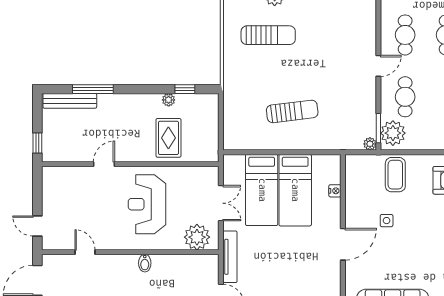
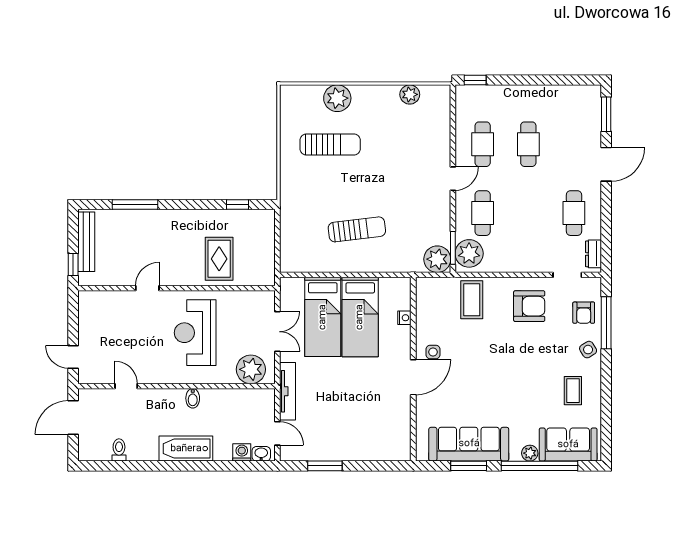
plant: (169, 100) -> (219, 216), removed
bench: (70, 101) -> (86, 242), moved, turned 90
plant: (370, 144) -> (437, 259), width x1.87, depth x1.87
side table: (387, 221) -> (433, 352), moved

